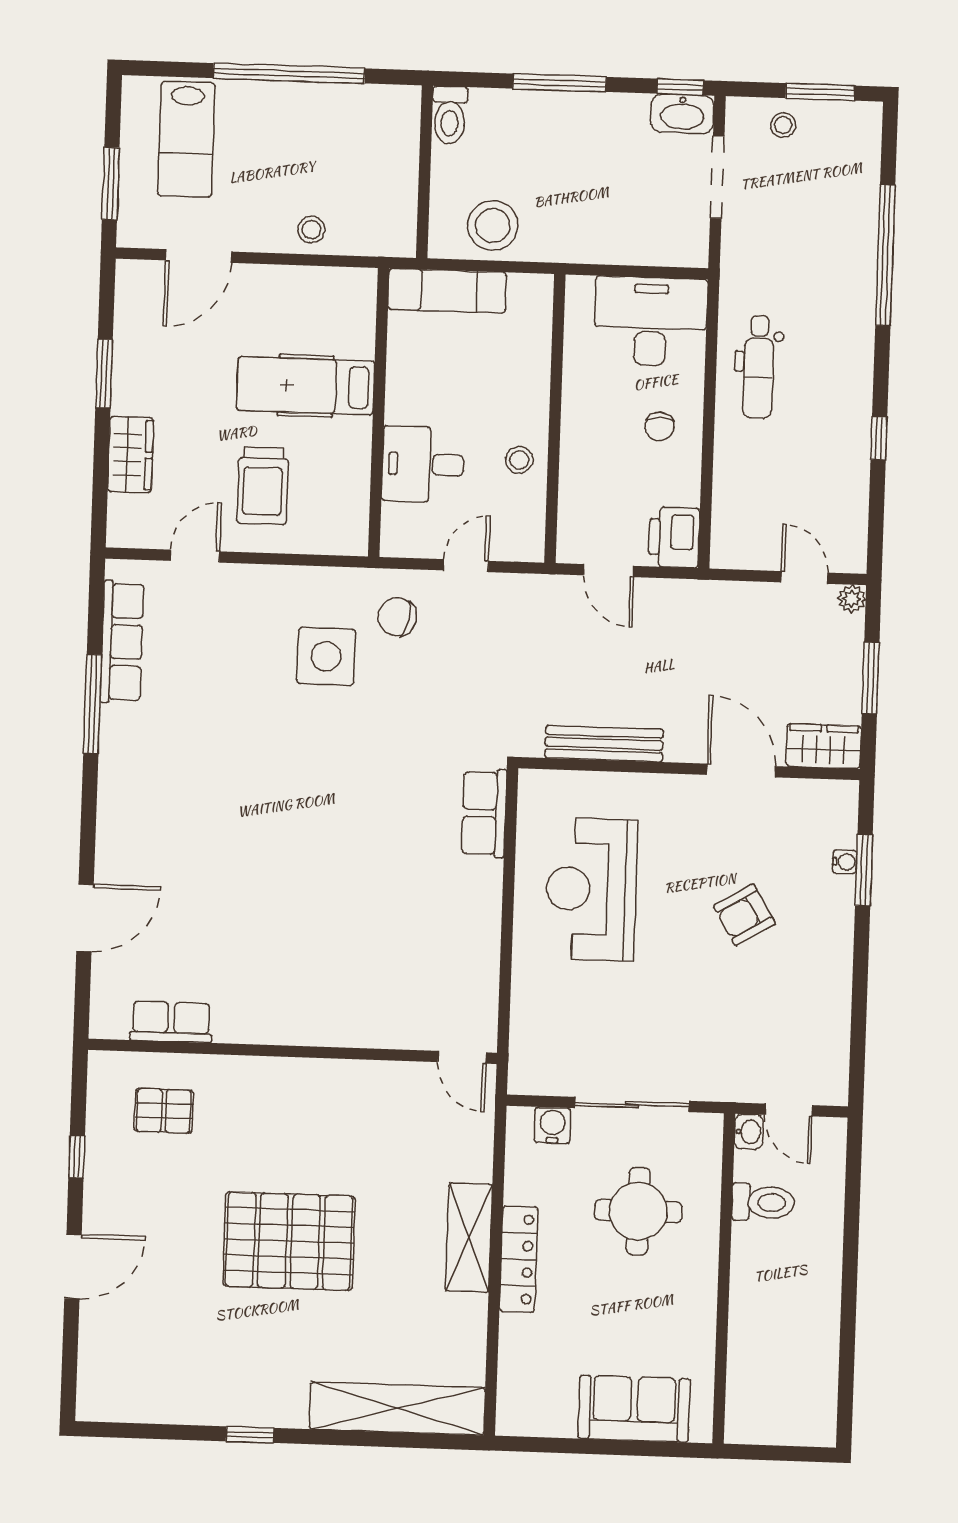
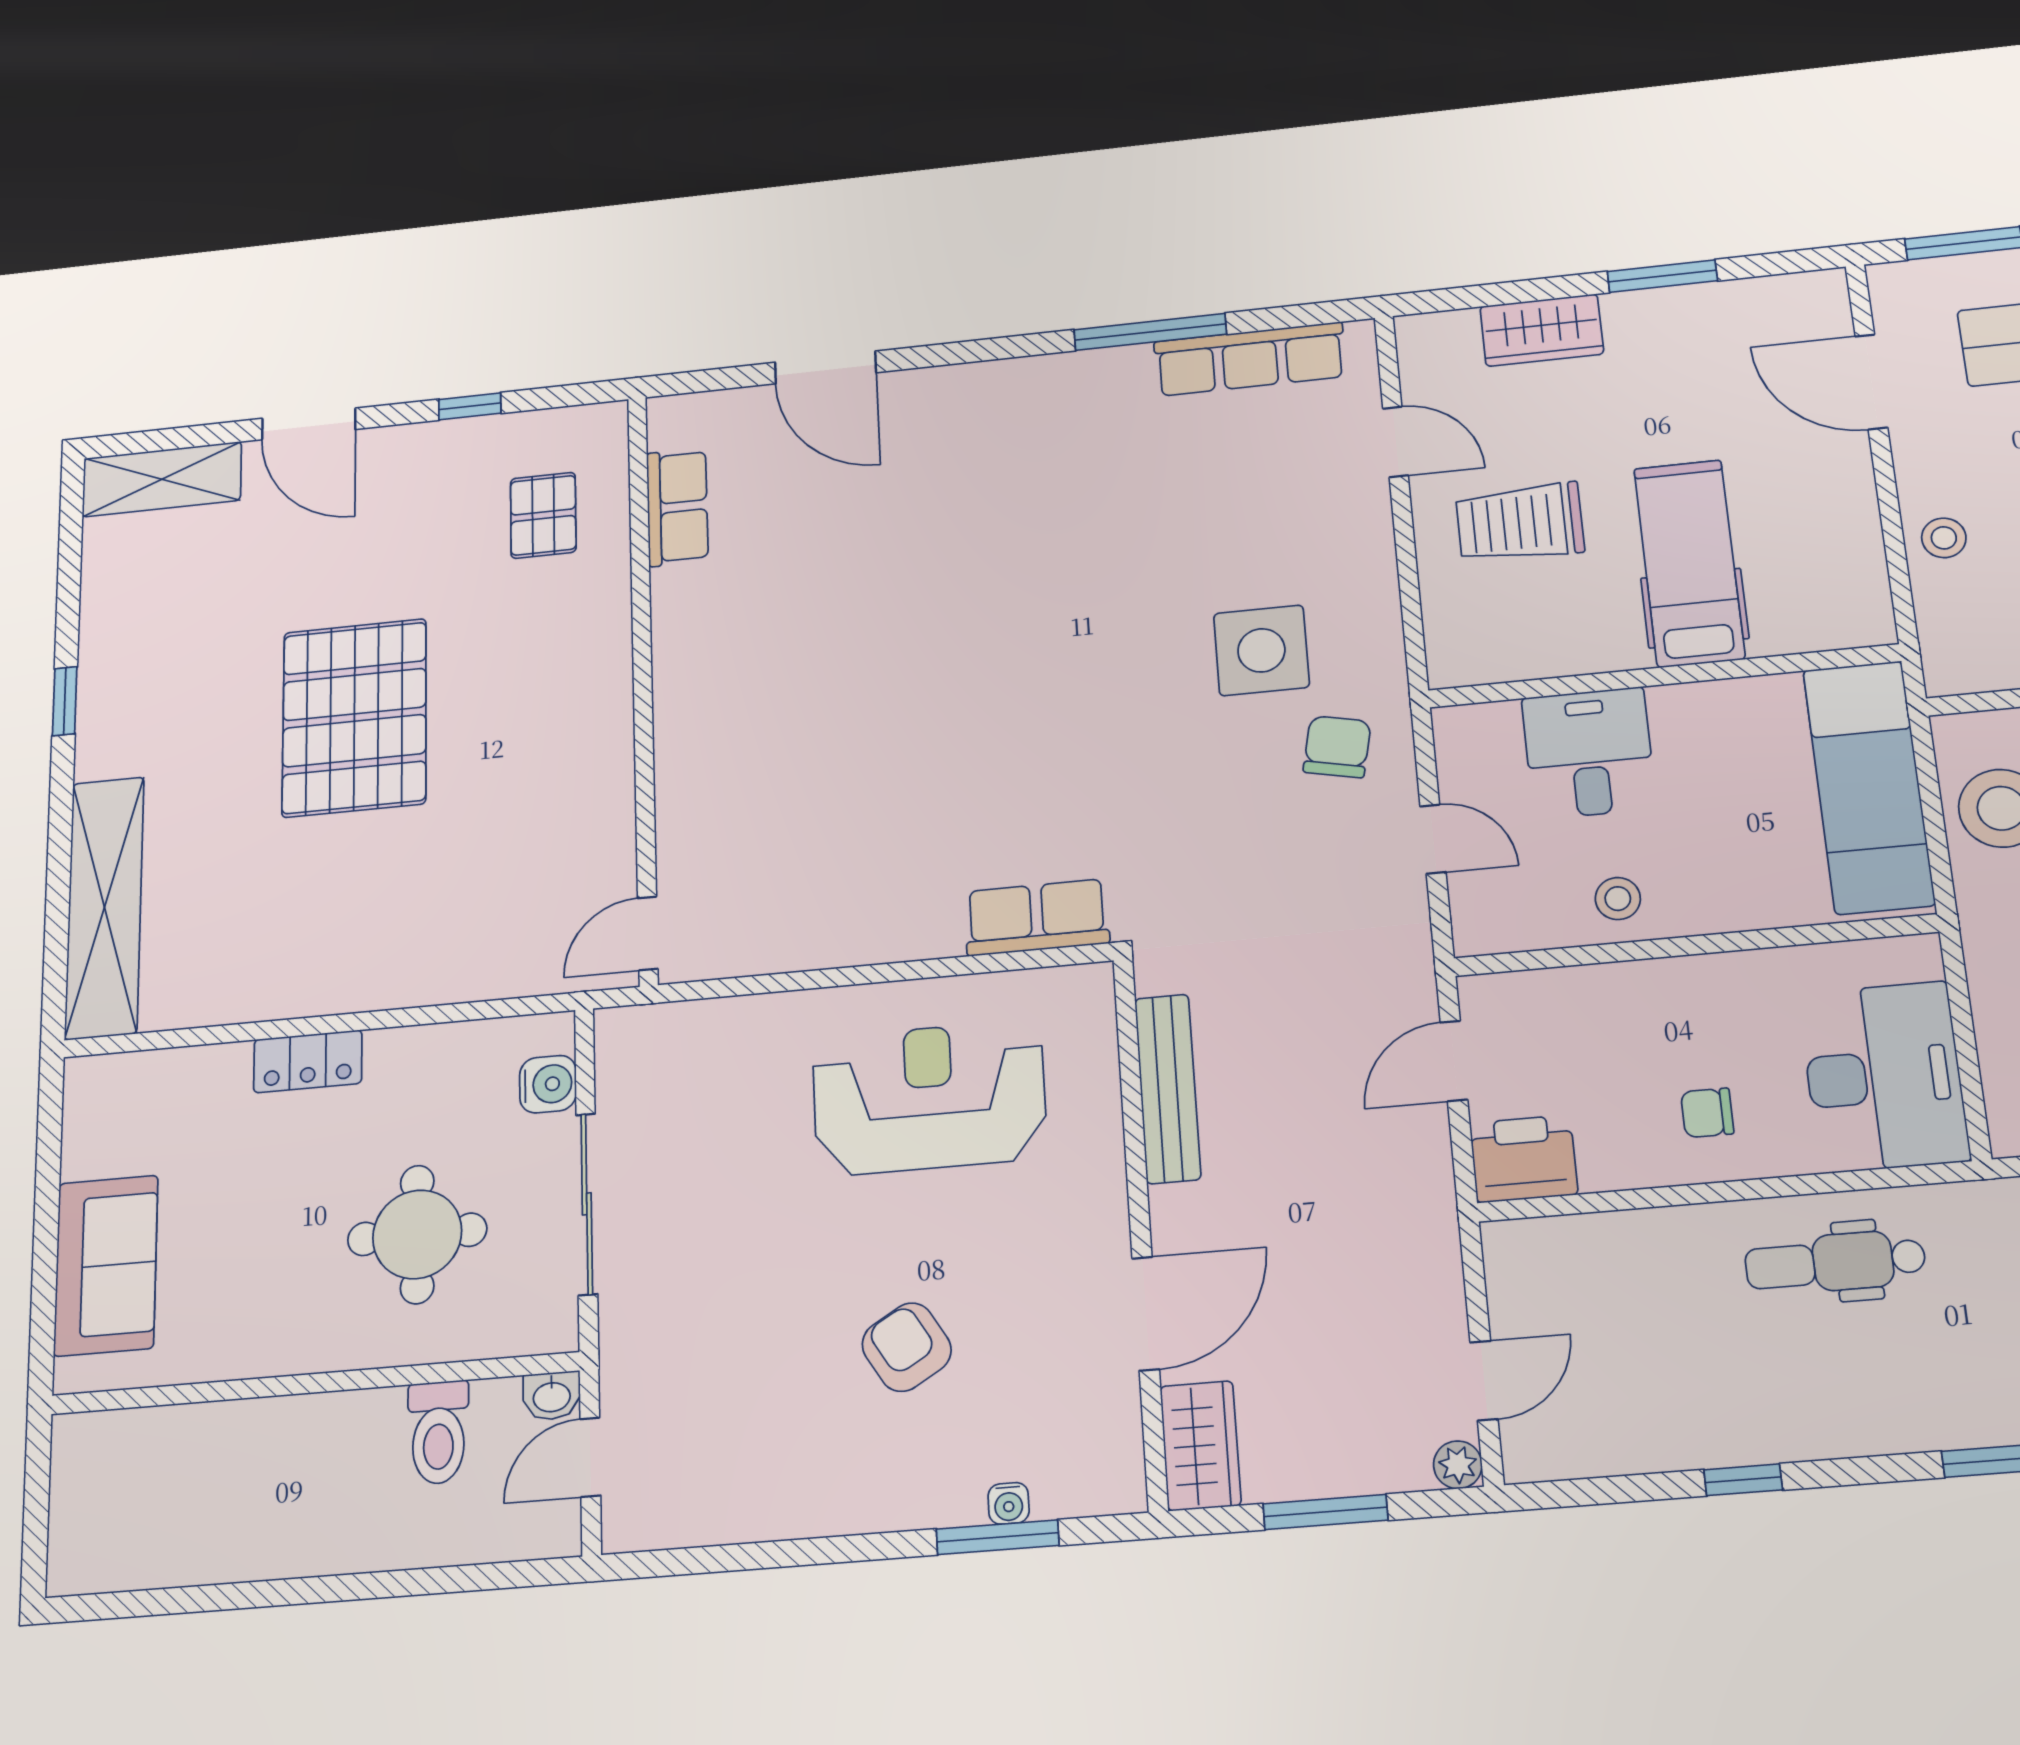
exam couch: (447, 291) -> (1869, 787), width x1.36, depth x1.45
shelving: (469, 1238) -> (162, 479), moved
locker: (519, 1259) -> (308, 1061), width x0.66

